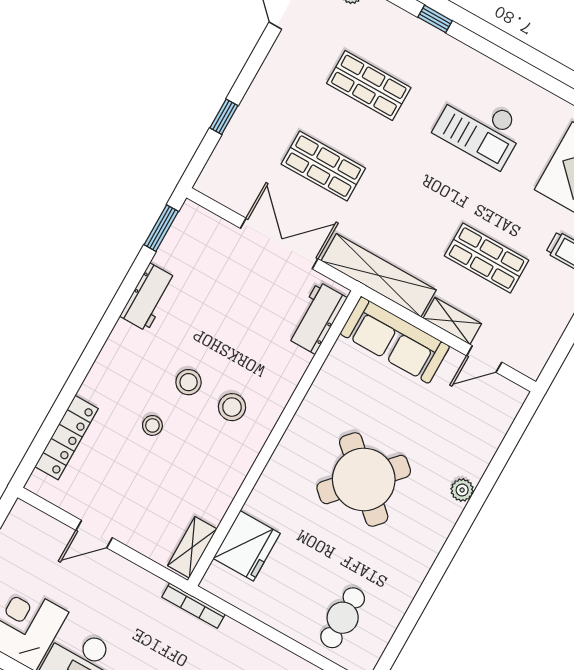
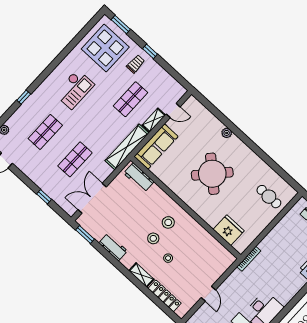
double door: (279, 244) -> (92, 198), moved
door: (484, 359) -> (173, 110), hinge flipped
shelving: (192, 547) -> (141, 275), moved

